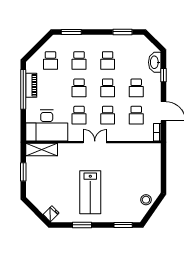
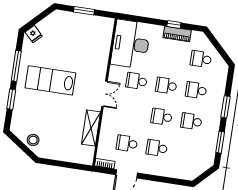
window: (71, 32) -> (225, 107), moved
washbasin: (155, 62) -> (182, 172), removed
window: (163, 75) -> (166, 180), removed
window: (23, 89) -> (174, 24), width x0.32
school desk: (108, 115) -> (132, 112), removed
shelving: (42, 150) -> (91, 128), moved
window: (82, 225) -> (16, 66), width x1.44
window: (123, 225) -> (11, 99), moved

